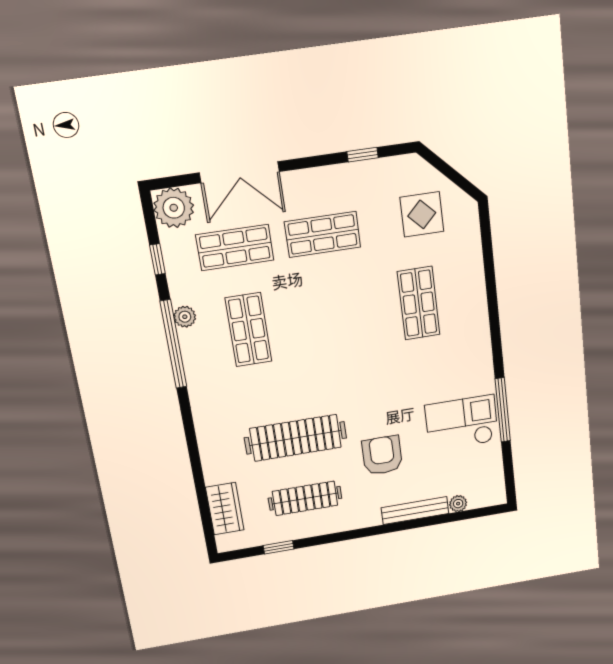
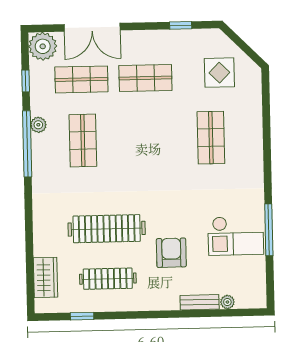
checkout: (462, 423) -> (236, 236), turned 180
bench: (415, 511) -> (200, 302), width x0.73

